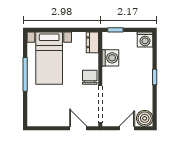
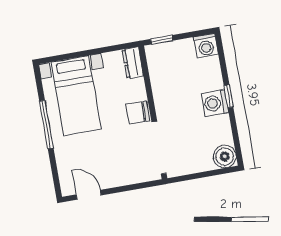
washing machine: (110, 58) -> (215, 103), moved, turned 180
chair: (90, 77) -> (138, 113), turned -90
door: (78, 128) -> (89, 195), moved
door: (127, 128) -> (202, 175), removed

